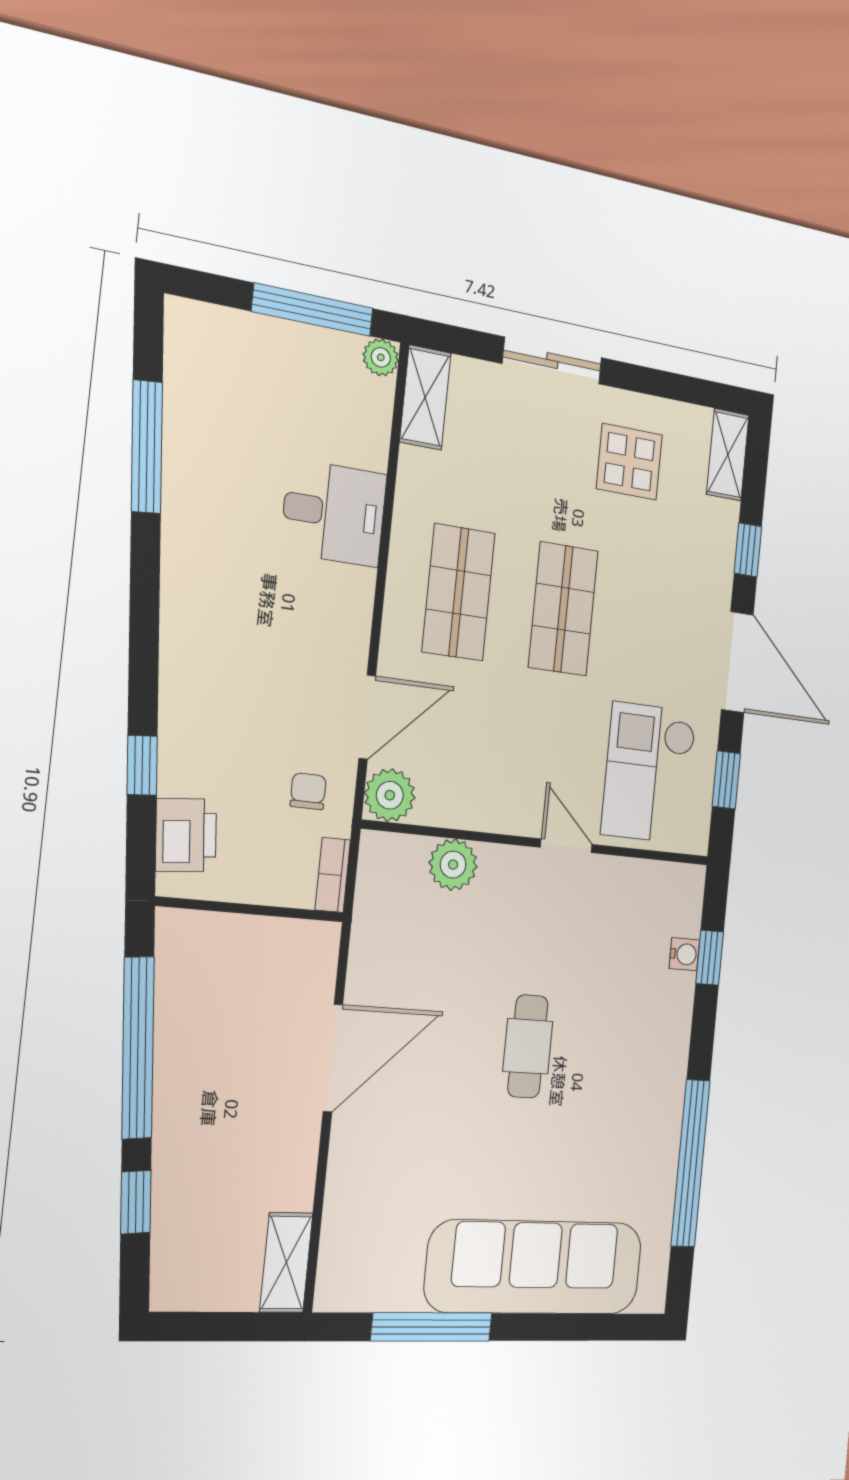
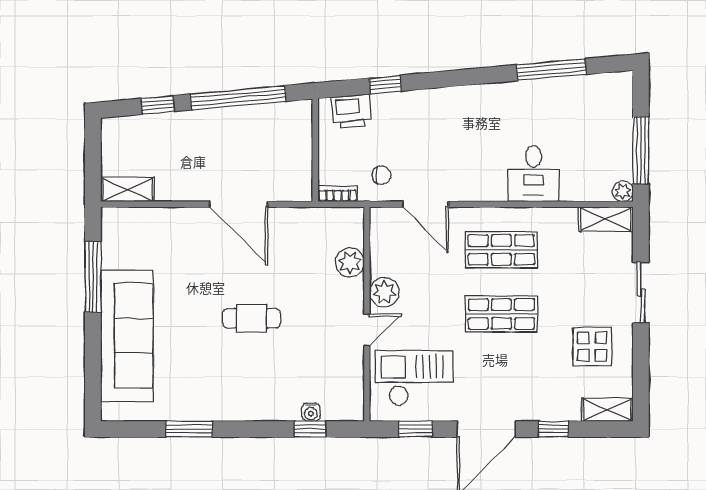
plant: (390, 795) -> (384, 292), moved
window: (690, 1163) -> (189, 429), width x0.47

